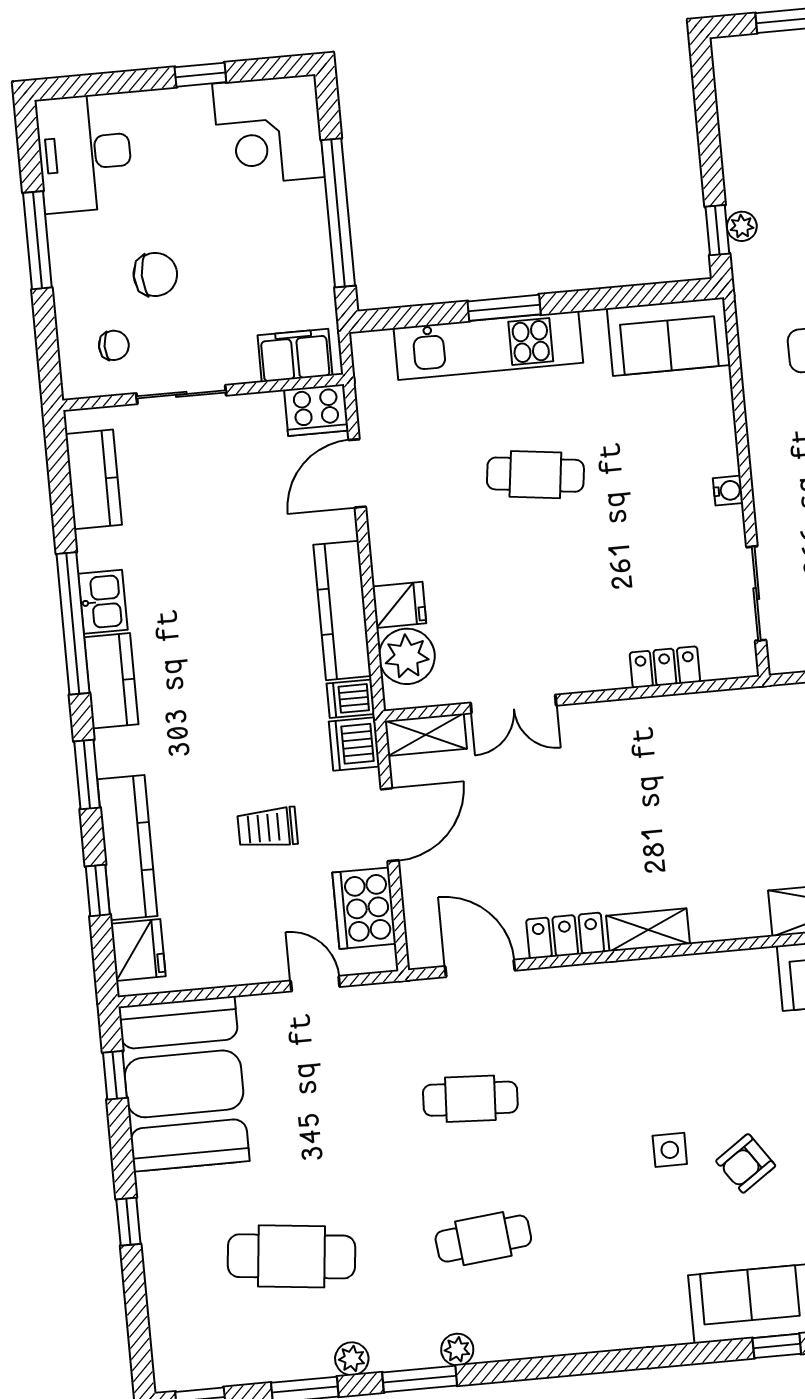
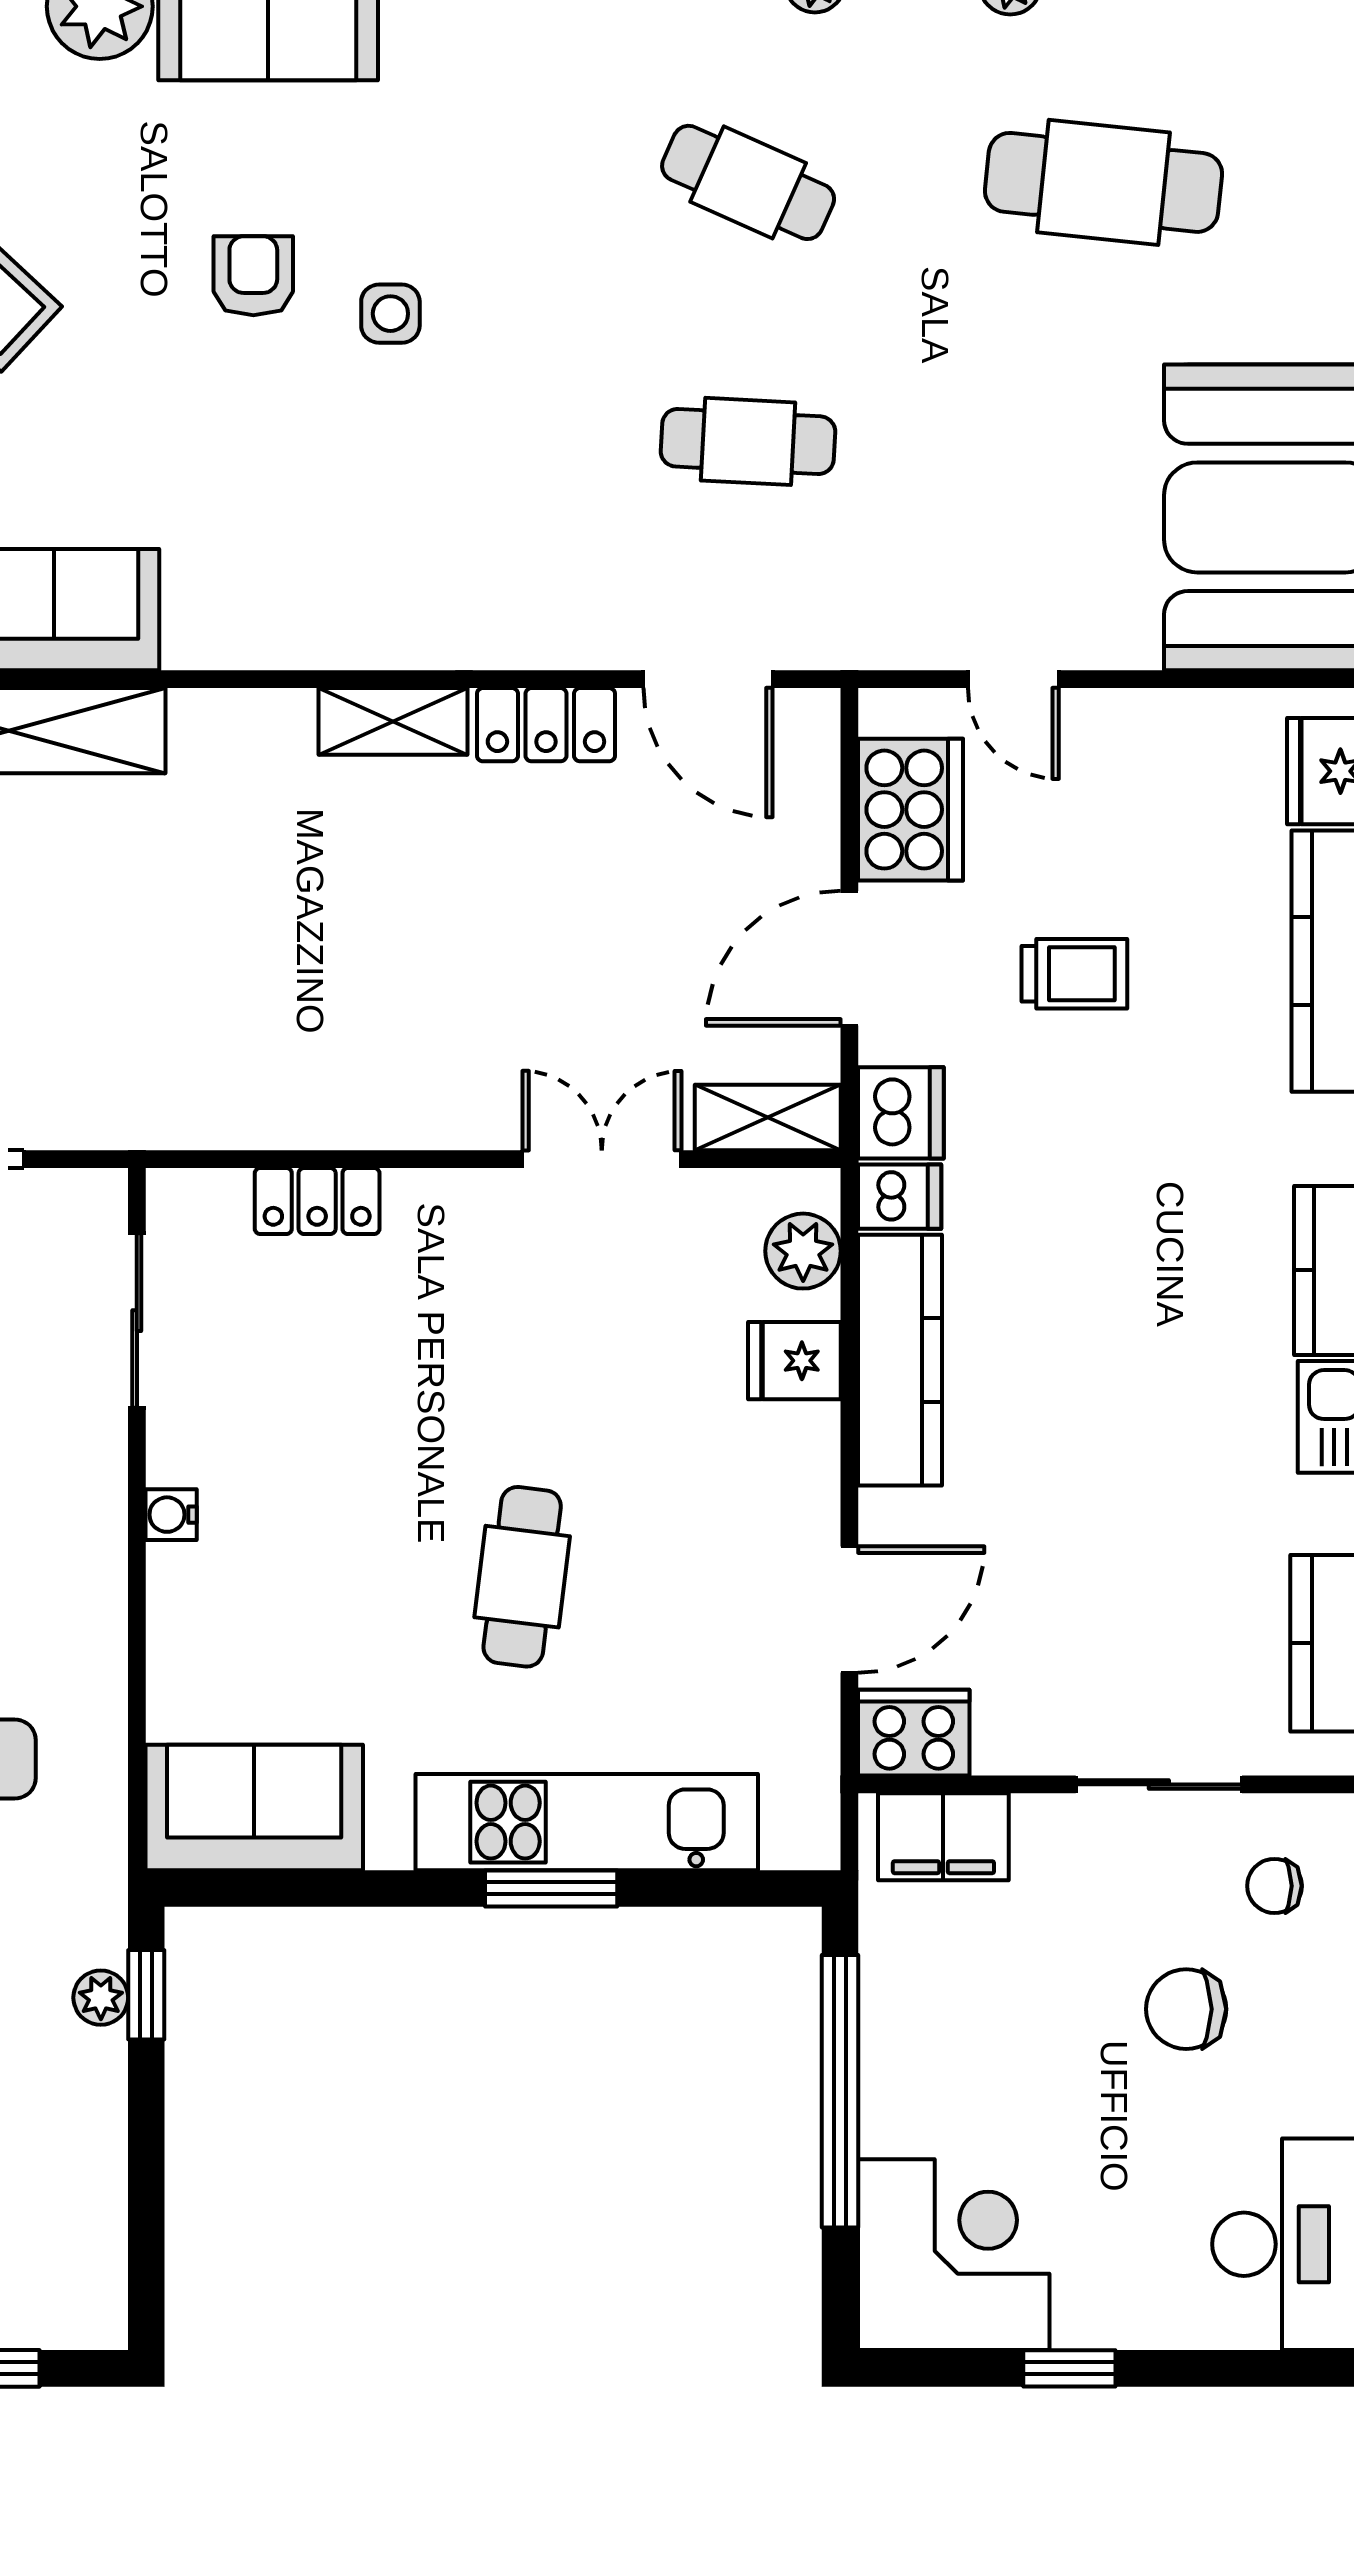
cafe table: (535, 475) -> (522, 1577), turned 90
plant: (407, 656) -> (803, 1251), width x0.73, depth x0.73
armchair: (746, 1163) -> (253, 276), turned -55
cafe table: (483, 1239) -> (748, 182), turned 30

